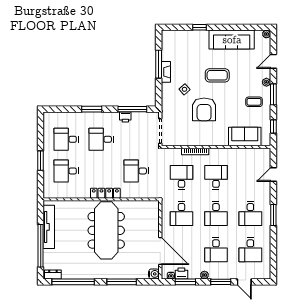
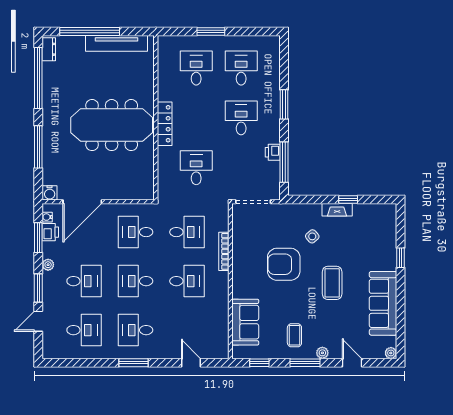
window: (159, 64) -> (348, 199), width x0.46
desk: (216, 250) -> (84, 281), turned 180
desk: (250, 250) -> (84, 330), turned 180

